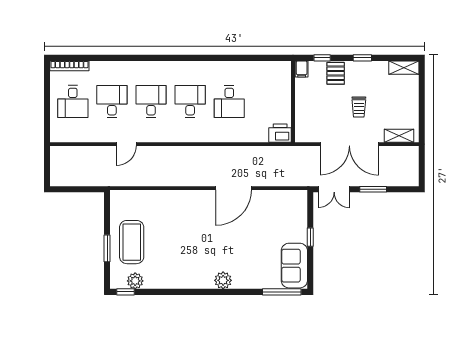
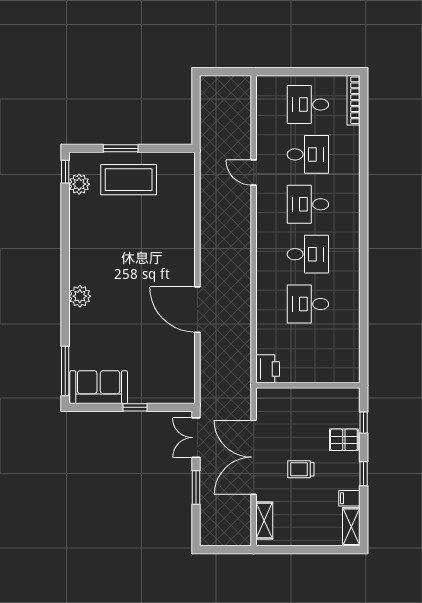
filing cabinet: (302, 69) -> (349, 498), moved
desk: (151, 102) -> (308, 204), turned 180

